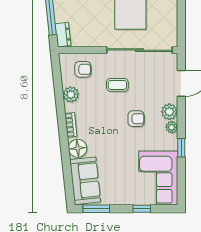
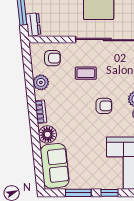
window: (96, 209) -> (78, 193), moved

